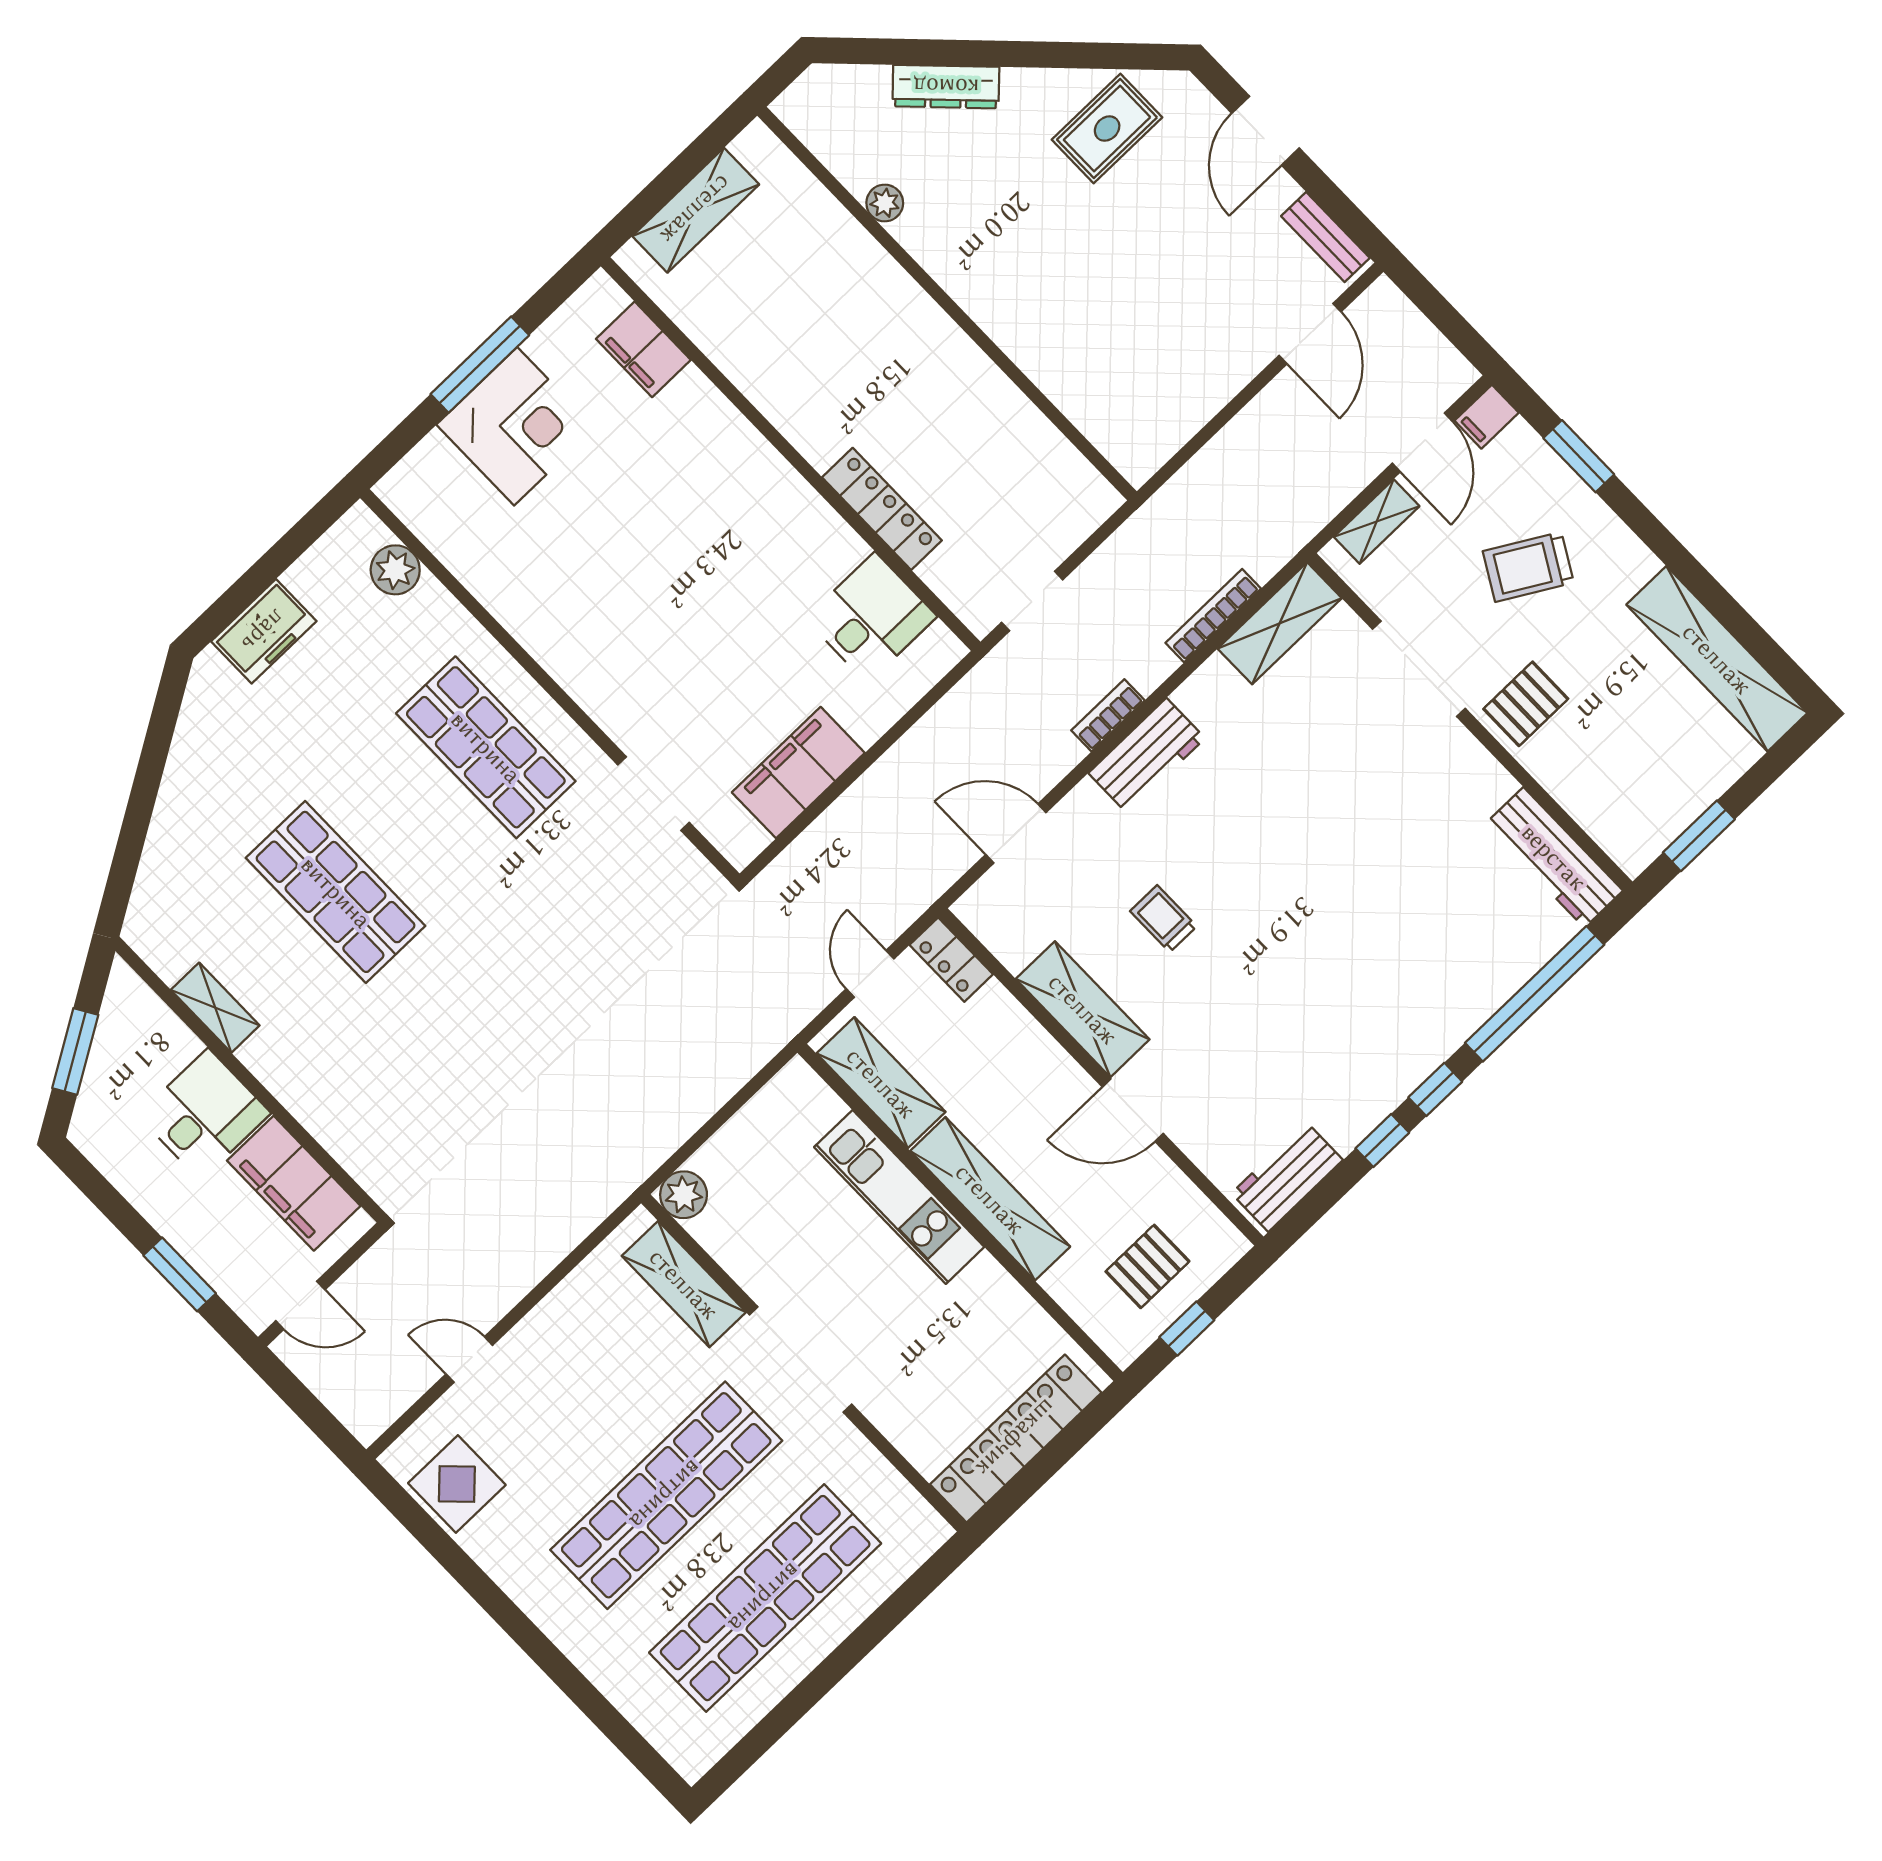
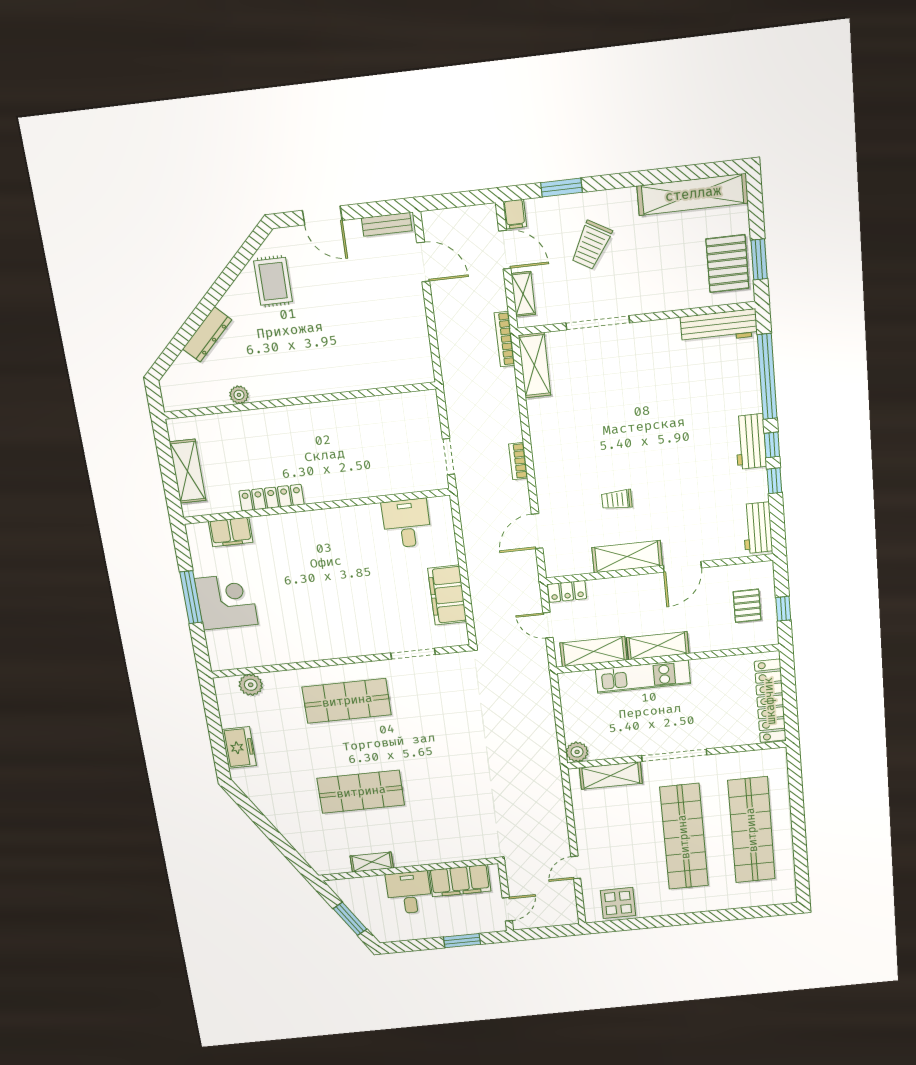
locker: (882, 509) -> (272, 498), moved
bookcase: (1213, 616) -> (505, 339), moved
pallet: (1526, 704) -> (727, 264), moved, width x1.50, depth x1.42
workbench: (1147, 756) -> (750, 441), moved, turned 180
shelving: (990, 1199) -> (658, 646), width x0.68

